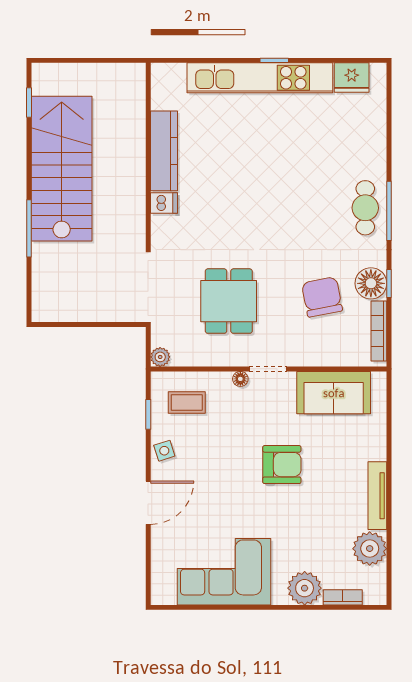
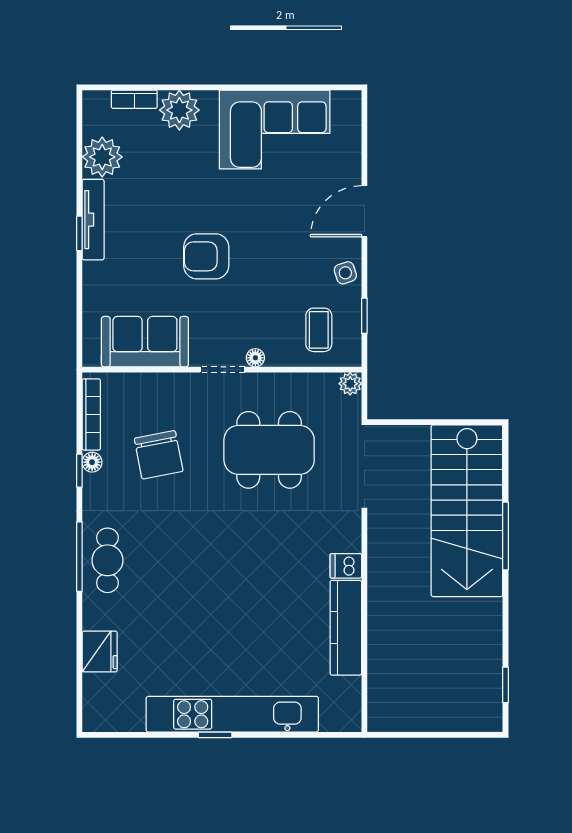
fridge: (352, 78) -> (100, 651), moved, turned 90
stairs: (62, 169) -> (467, 511), moved
floor lamp: (371, 283) -> (92, 462), width x0.53, depth x0.53
dining table: (229, 301) -> (269, 450), width x1.37
coffee table: (187, 403) -> (319, 330), turned 90
window: (389, 484) -> (79, 233), added

